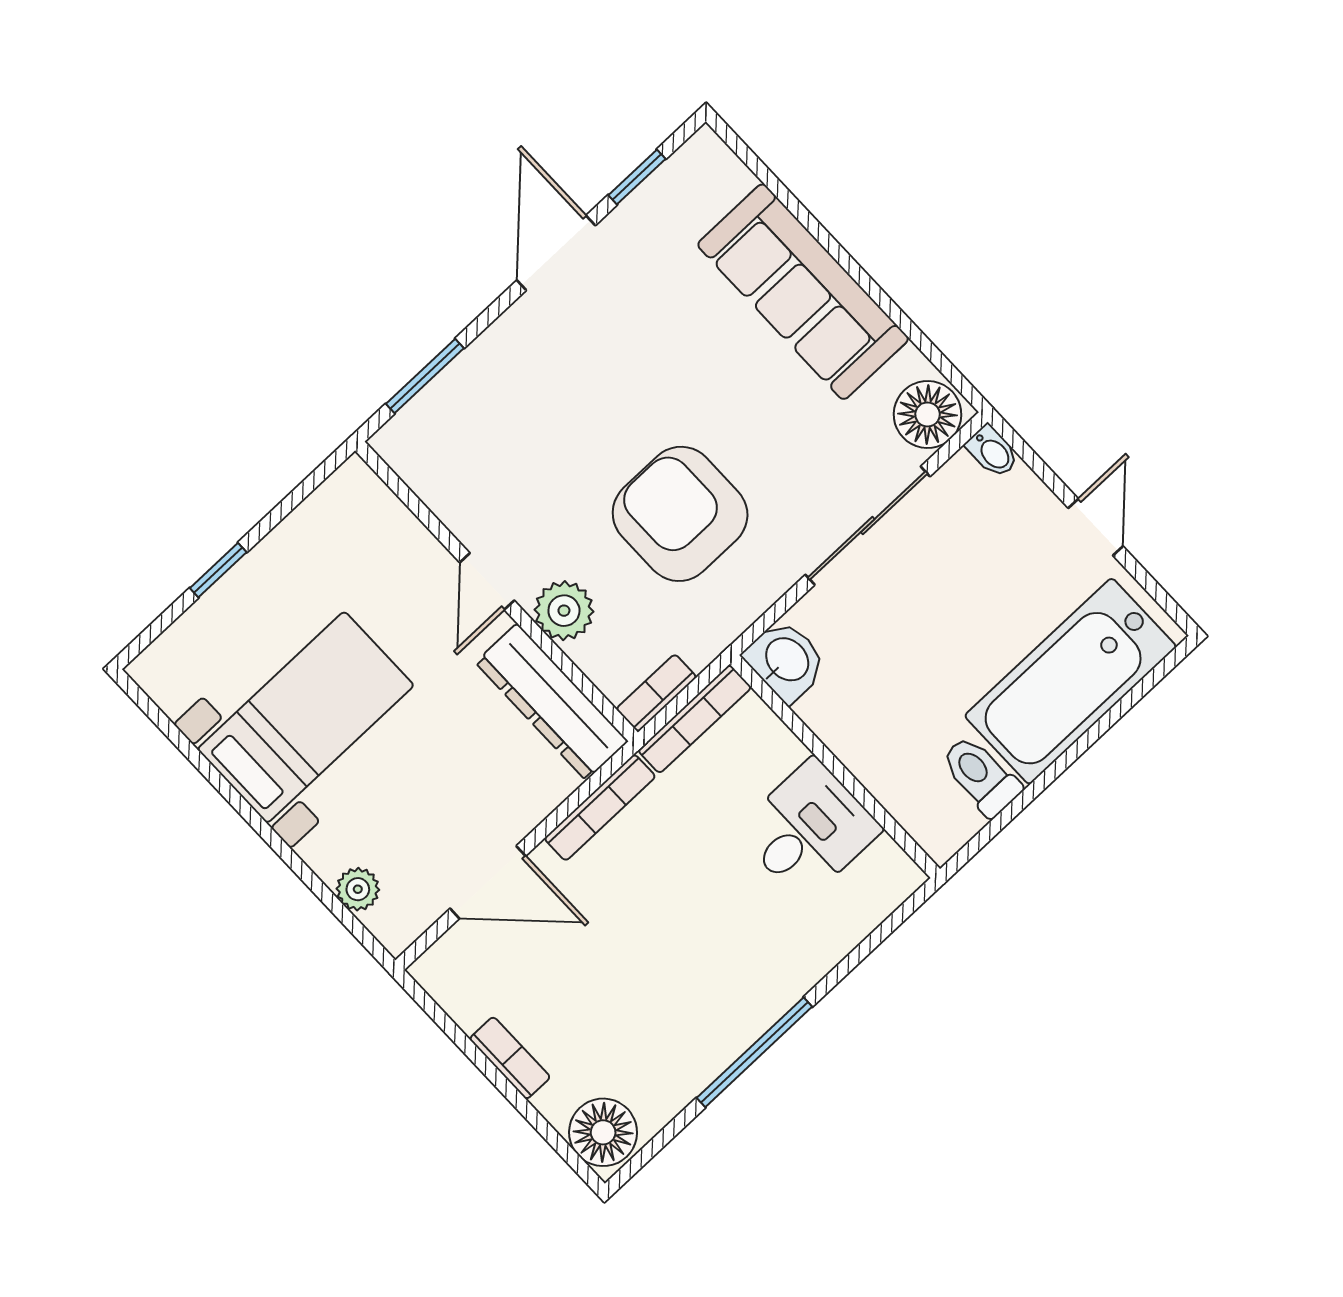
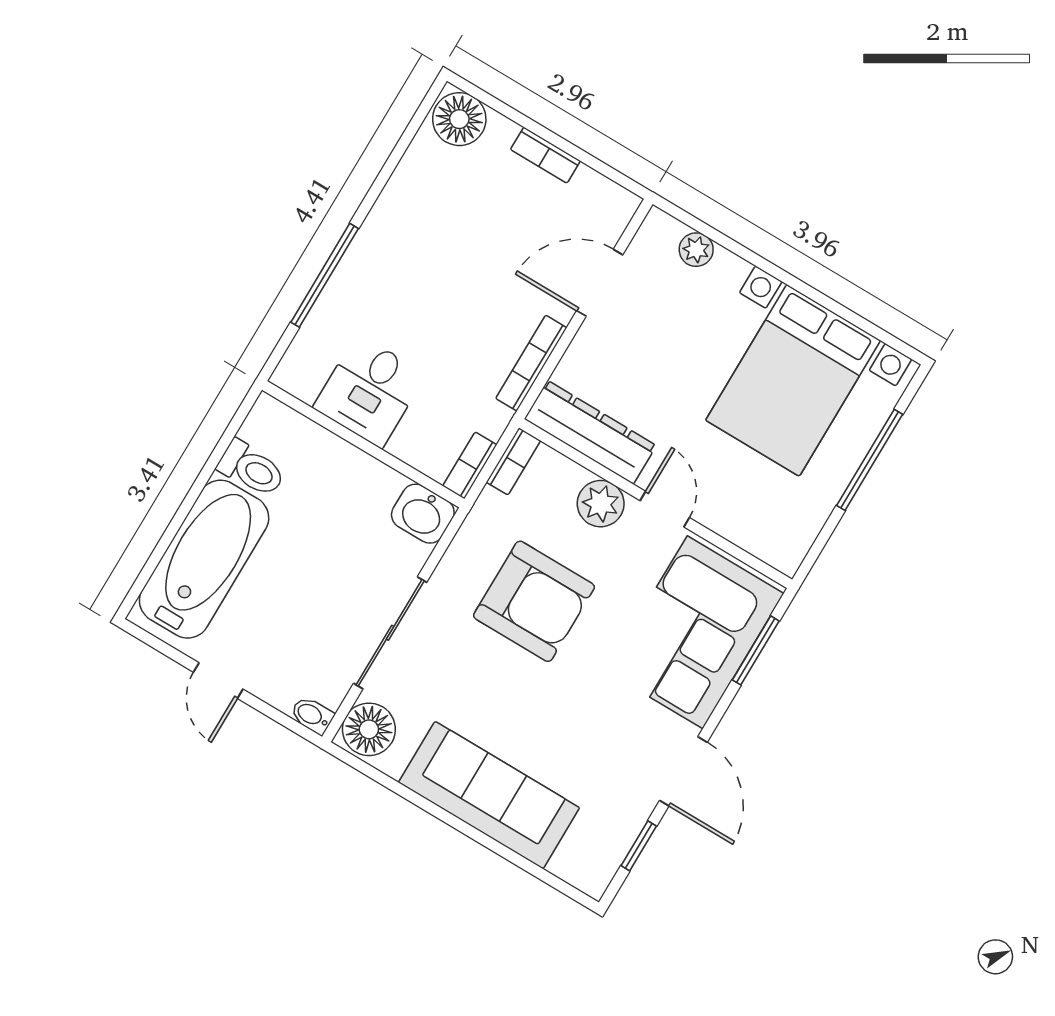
corner sofa: (493, 420) -> (695, 632), added
window: (218, 570) -> (870, 460), width x2.17
bed with nightstands: (306, 717) -> (793, 380), width x1.36
bookcase: (695, 719) -> (470, 465), width x0.64
window: (754, 1052) -> (325, 275), moved

